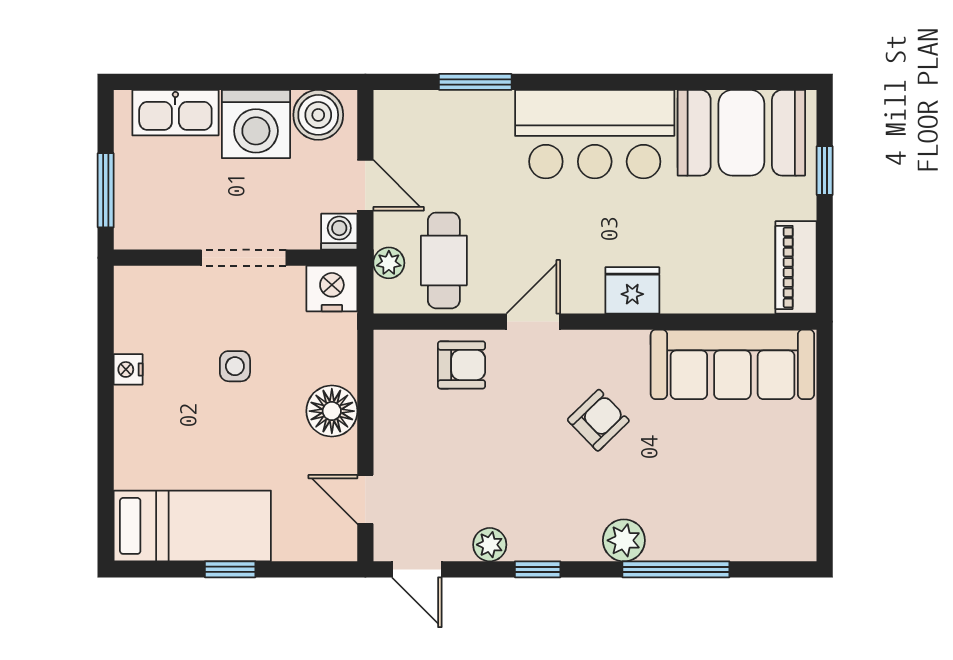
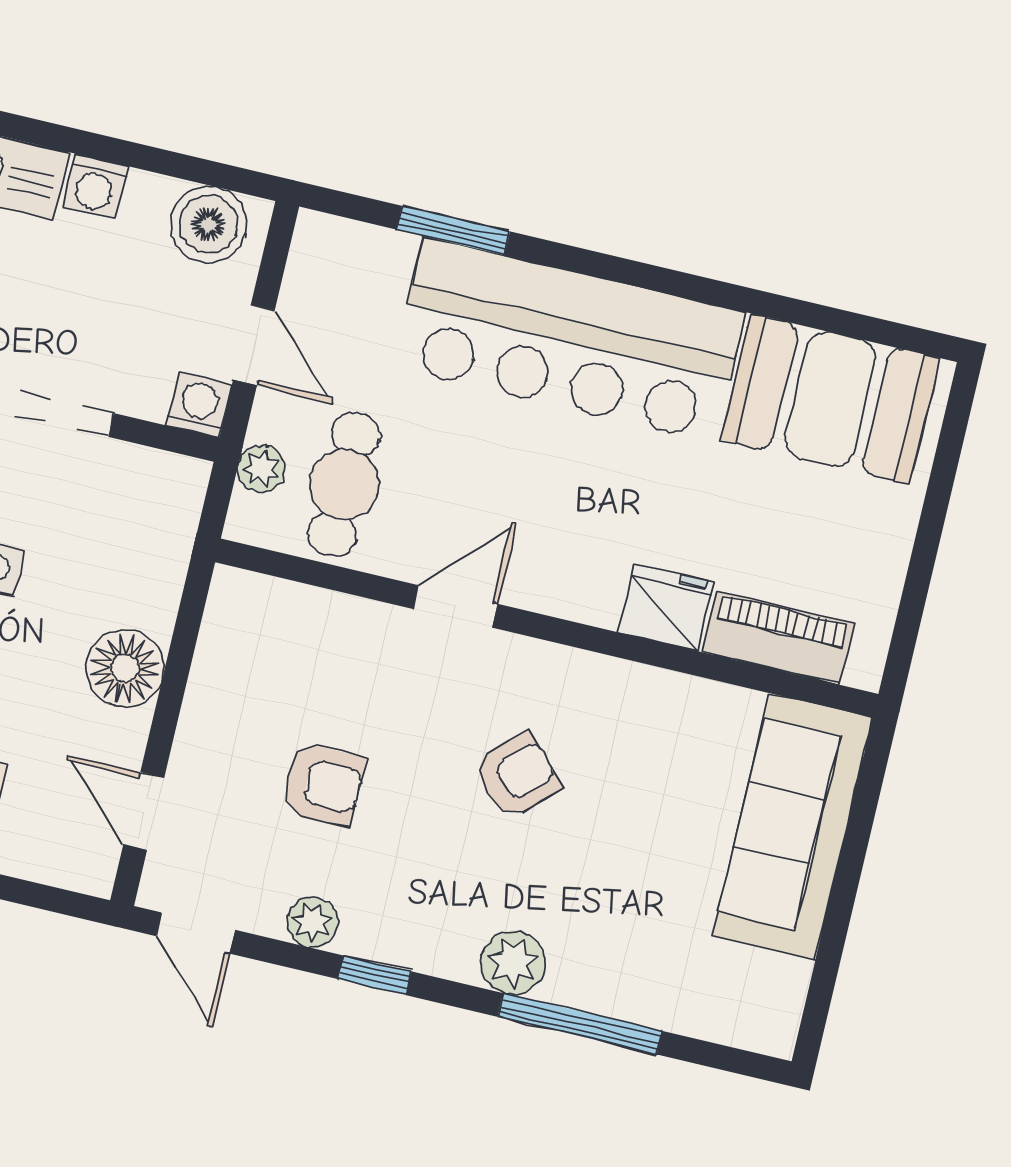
washing machine: (256, 124) -> (95, 187), width x0.53, depth x0.53
bar counter: (595, 134) -> (569, 340), width x1.36
window: (825, 171) -> (941, 484), removed
piano: (796, 267) -> (778, 638), moved, turned 90
nightstand: (332, 289) -> (168, 487), removed
fridge: (632, 290) -> (666, 607), moved
sofa: (732, 364) -> (793, 827), moved, turned 90
armchair: (462, 365) -> (323, 784), moved

